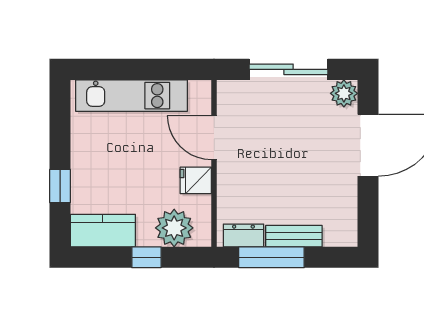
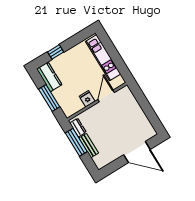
sliding door: (288, 69) -> (146, 108), removed
plant: (344, 93) -> (150, 132), removed
plant: (174, 228) -> (66, 101), removed
window: (146, 257) -> (49, 98), width x2.17

